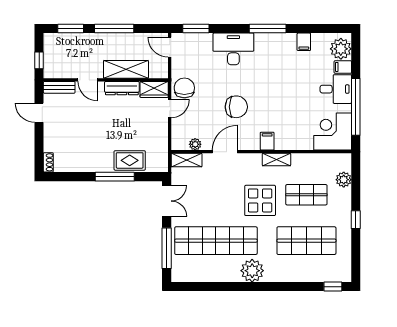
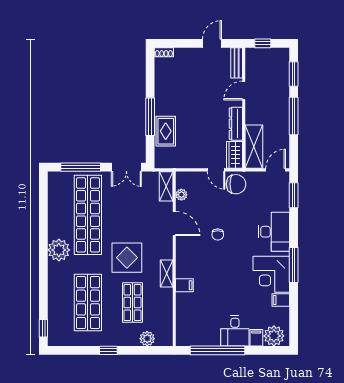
shelving: (126, 69) -> (254, 147), moved
chair: (236, 107) -> (218, 235), width x0.54, depth x0.54
corner desk: (333, 132) -> (271, 274), moved, turned 180
filing cabinet: (267, 141) -> (184, 285), moved

